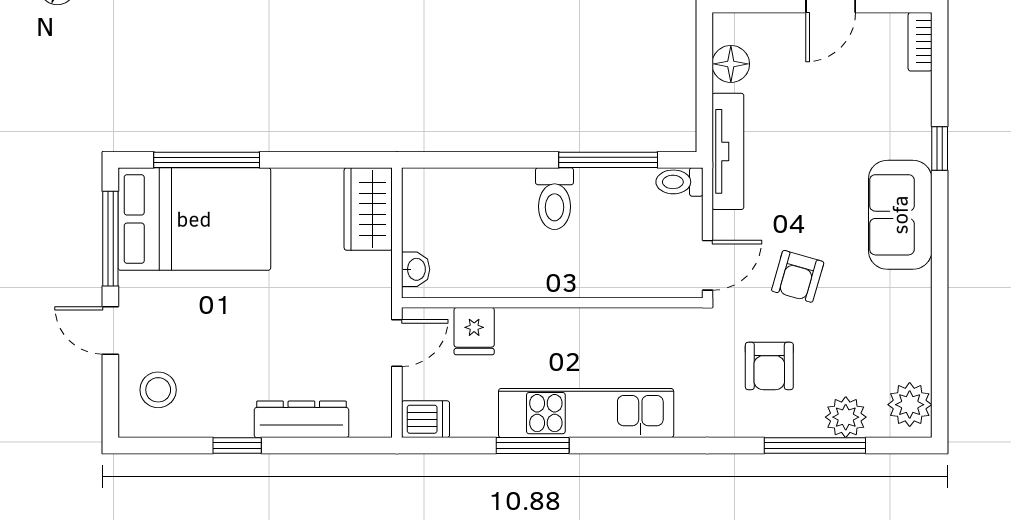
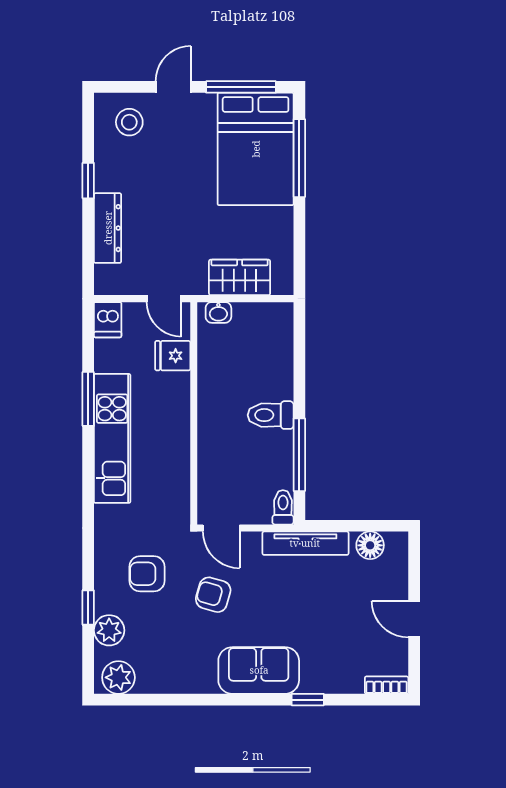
wardrobe: (368, 209) -> (240, 277), moved
window: (815, 446) -> (88, 607), width x0.46

